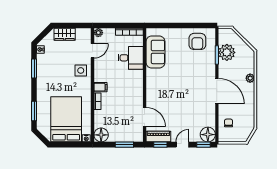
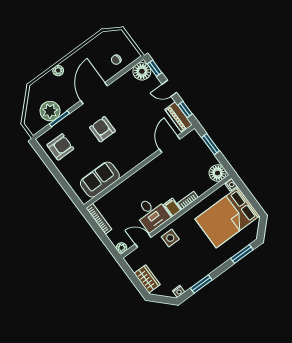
desk: (131, 58) -> (152, 214), moved, turned 180
armchair: (188, 79) -> (102, 129), added

